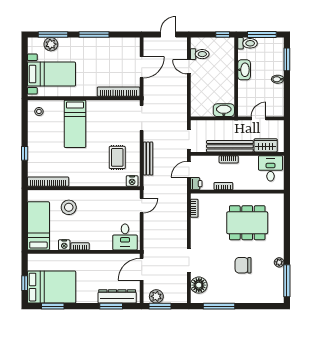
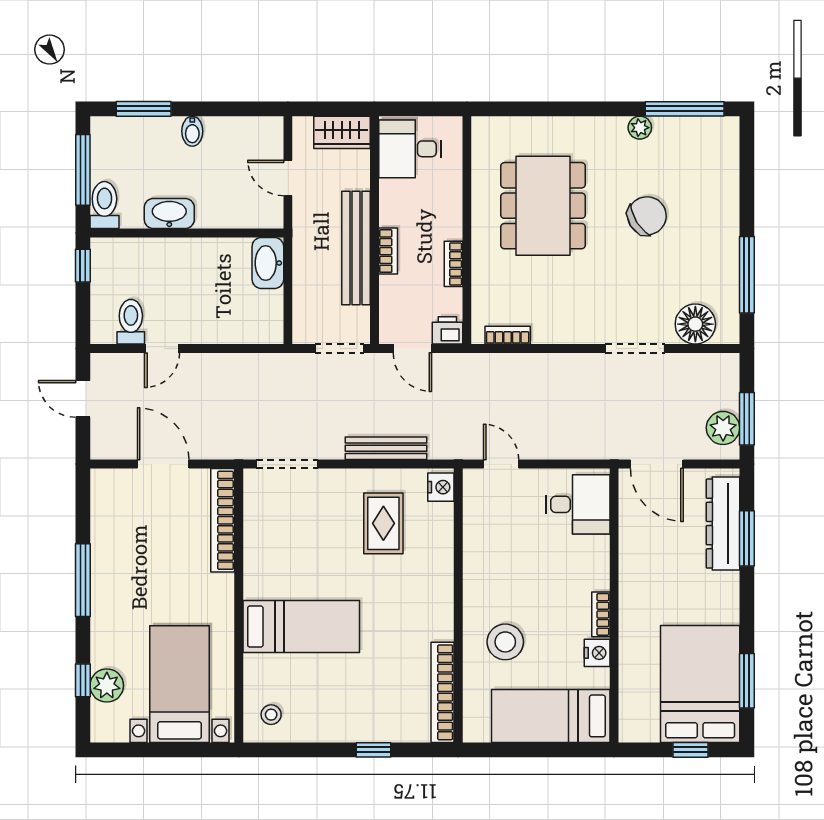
window: (53, 34) -> (83, 680), width x0.46
wardrobe: (266, 145) -> (342, 132), moved, turned -90
rug: (117, 157) -> (383, 523), turned 90
chair: (243, 265) -> (647, 216), turned -122

